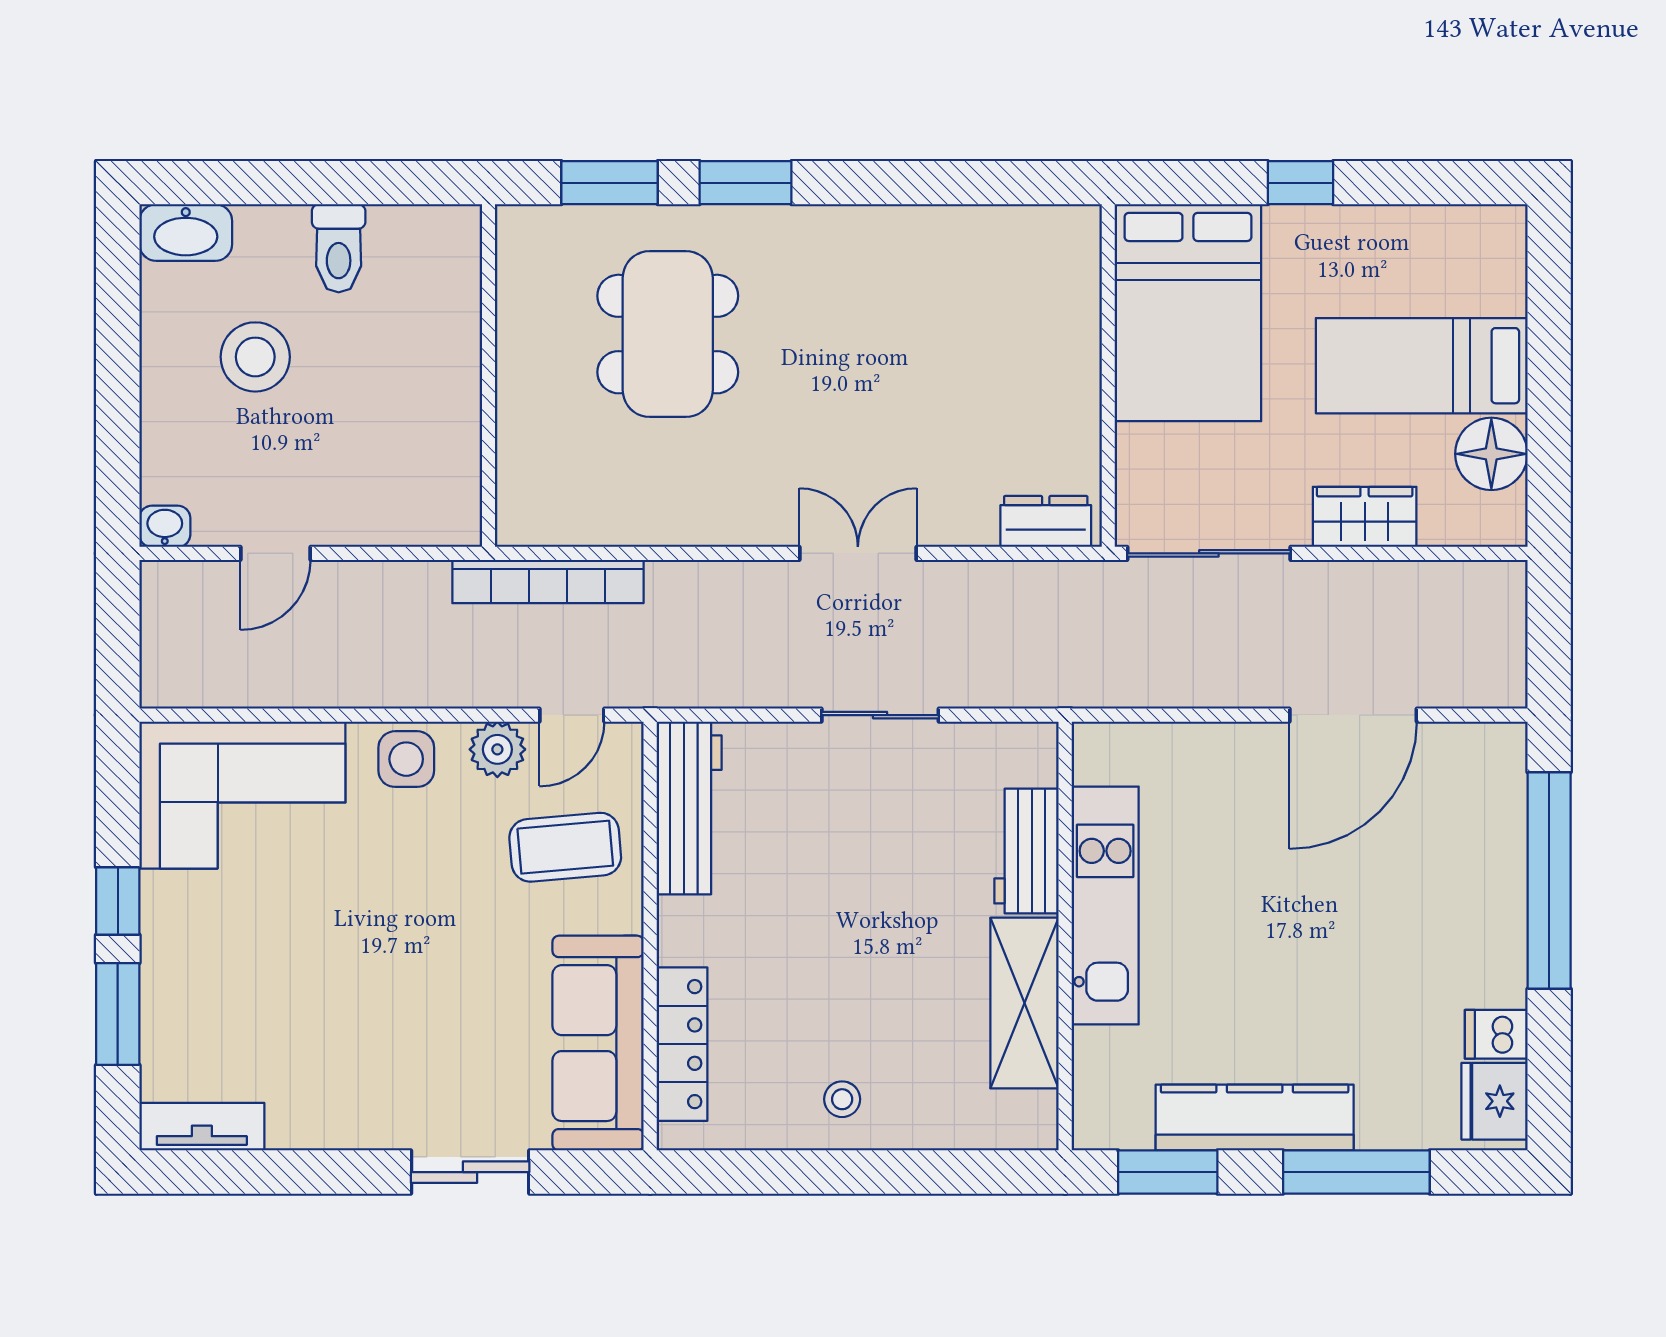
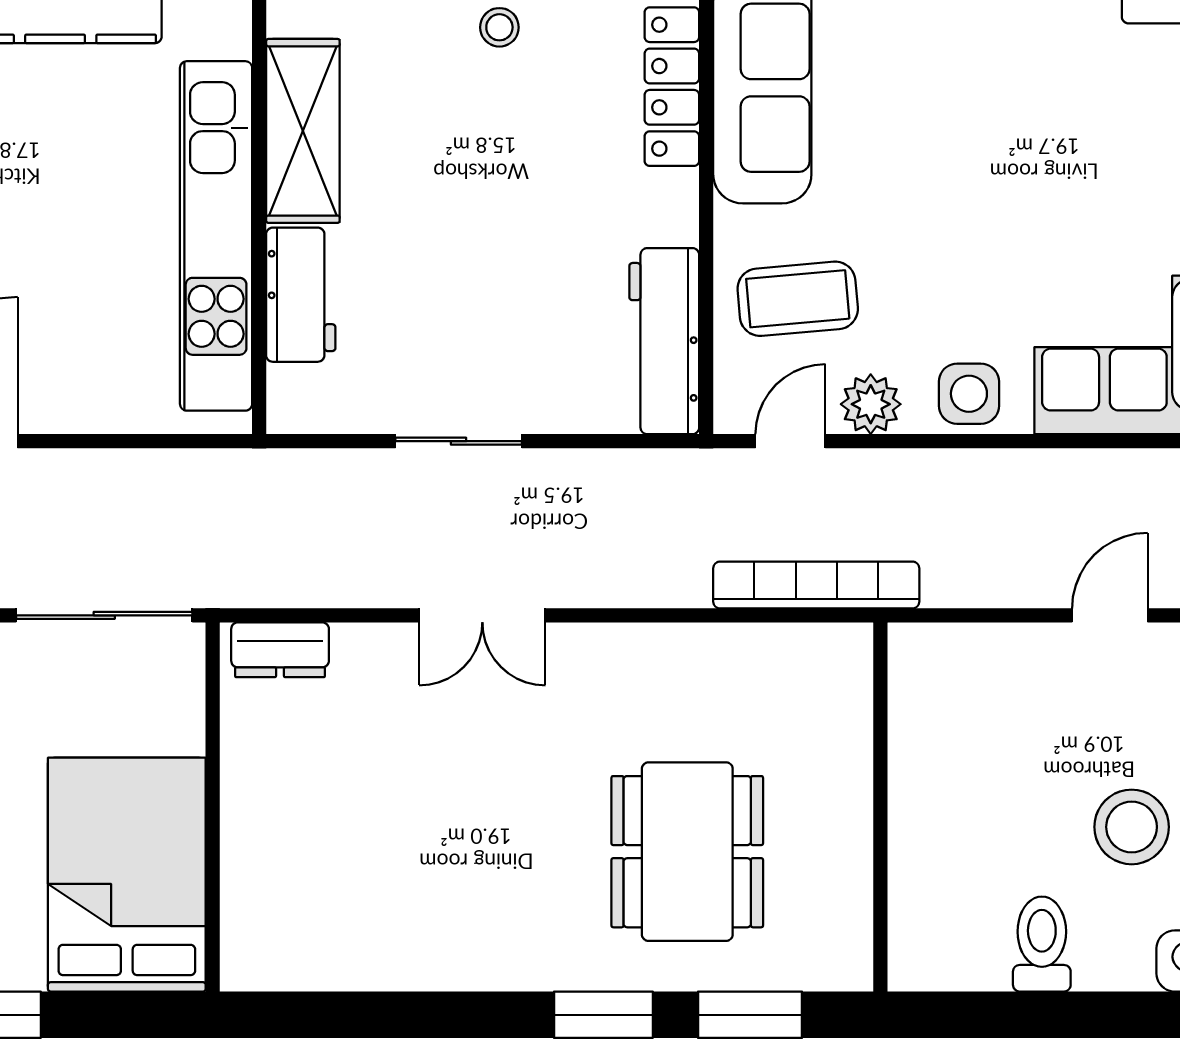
kitchen unit: (1105, 906) -> (216, 236), width x1.36

